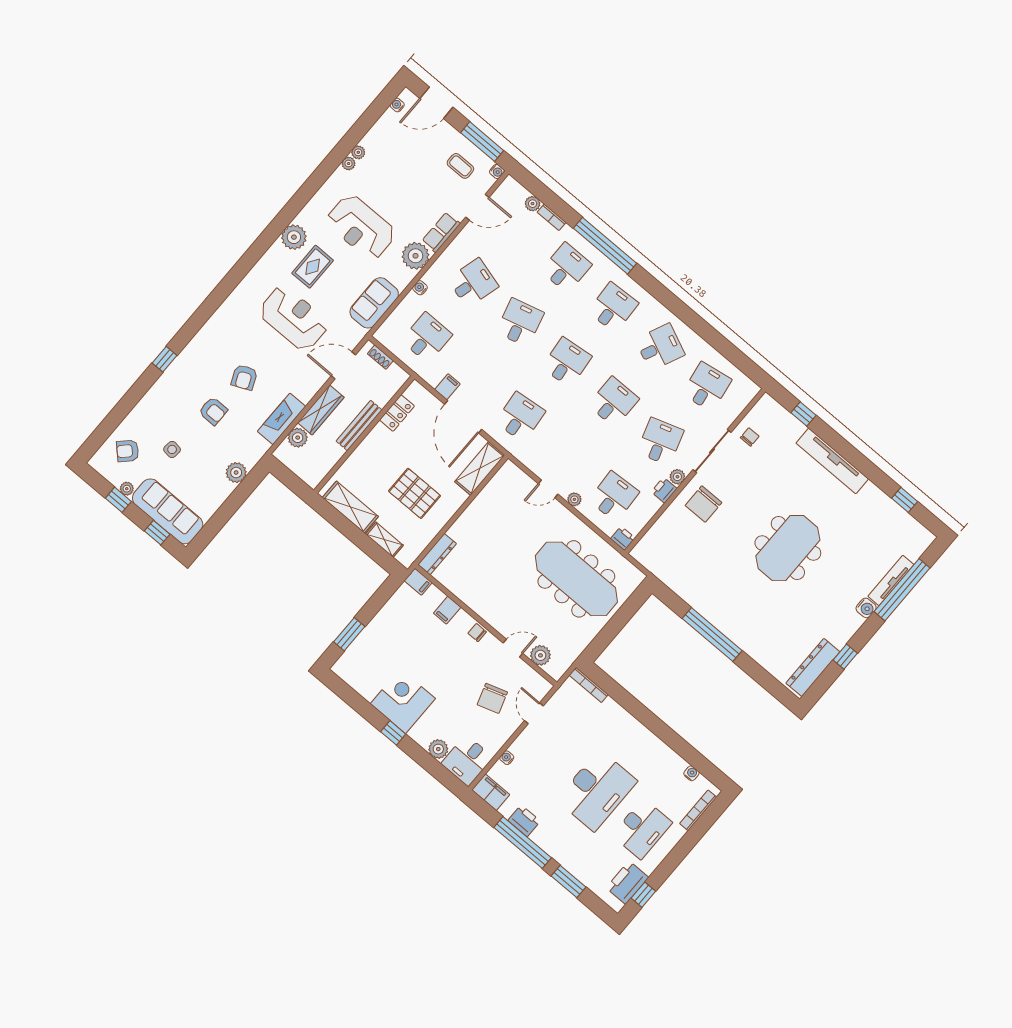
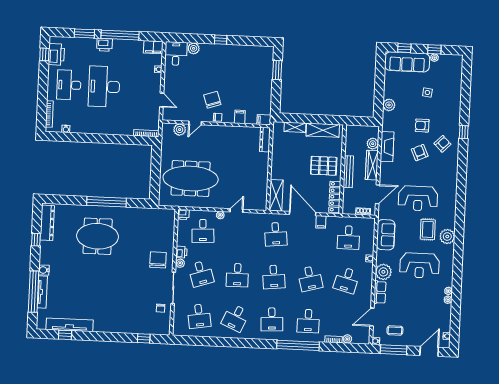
reception desk: (361, 227) -> (419, 266), turned 180
locker: (397, 413) -> (335, 197), width x1.53
armchair: (128, 451) -> (443, 144), moved
tv unit: (832, 461) -> (70, 325), moved
pallet: (415, 493) -> (324, 166), moved
meeting table: (788, 548) -> (98, 236), moved, turned 90
chair: (492, 698) -> (212, 100), moved
corner desk: (403, 701) -> (228, 58), removed
printer: (524, 821) -> (105, 45), moved

